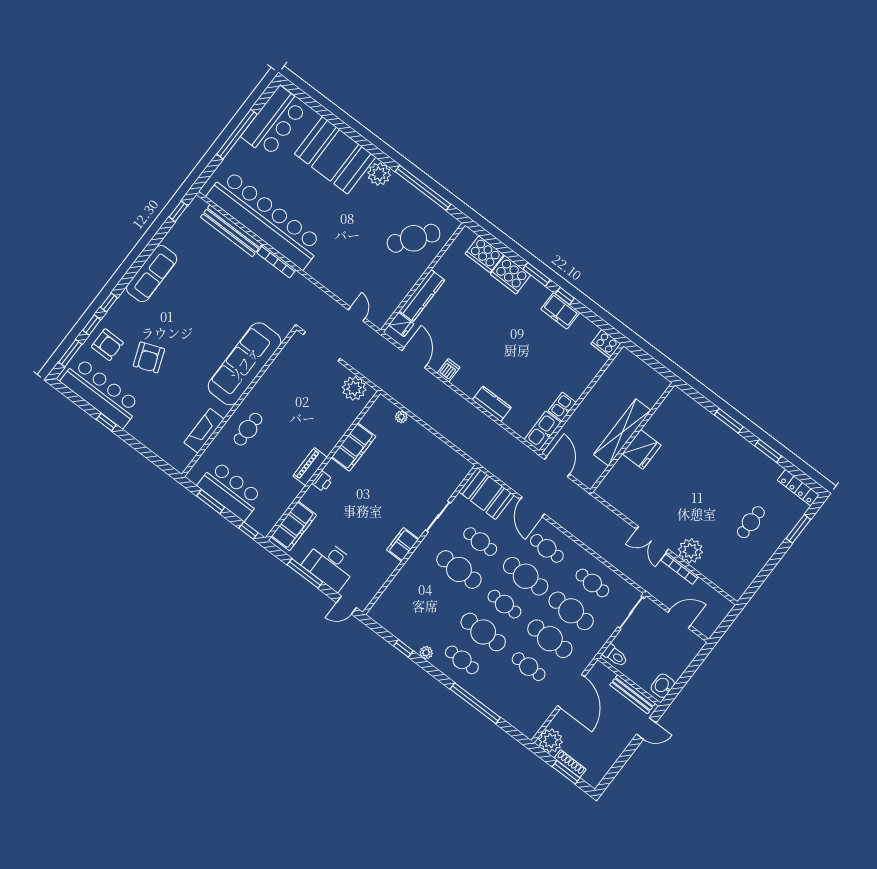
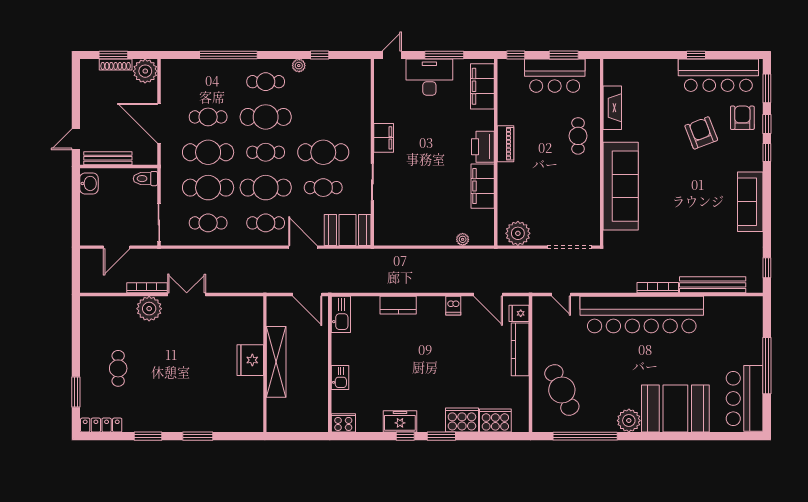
bar counter: (265, 219) -> (642, 315), moved
cafe table: (414, 238) -> (562, 390), turned -62
armchair: (107, 345) -> (742, 118), turned 90
kitchen sink: (562, 407) -> (340, 378), moved
printer: (322, 481) -> (483, 147), width x1.87, depth x1.48

